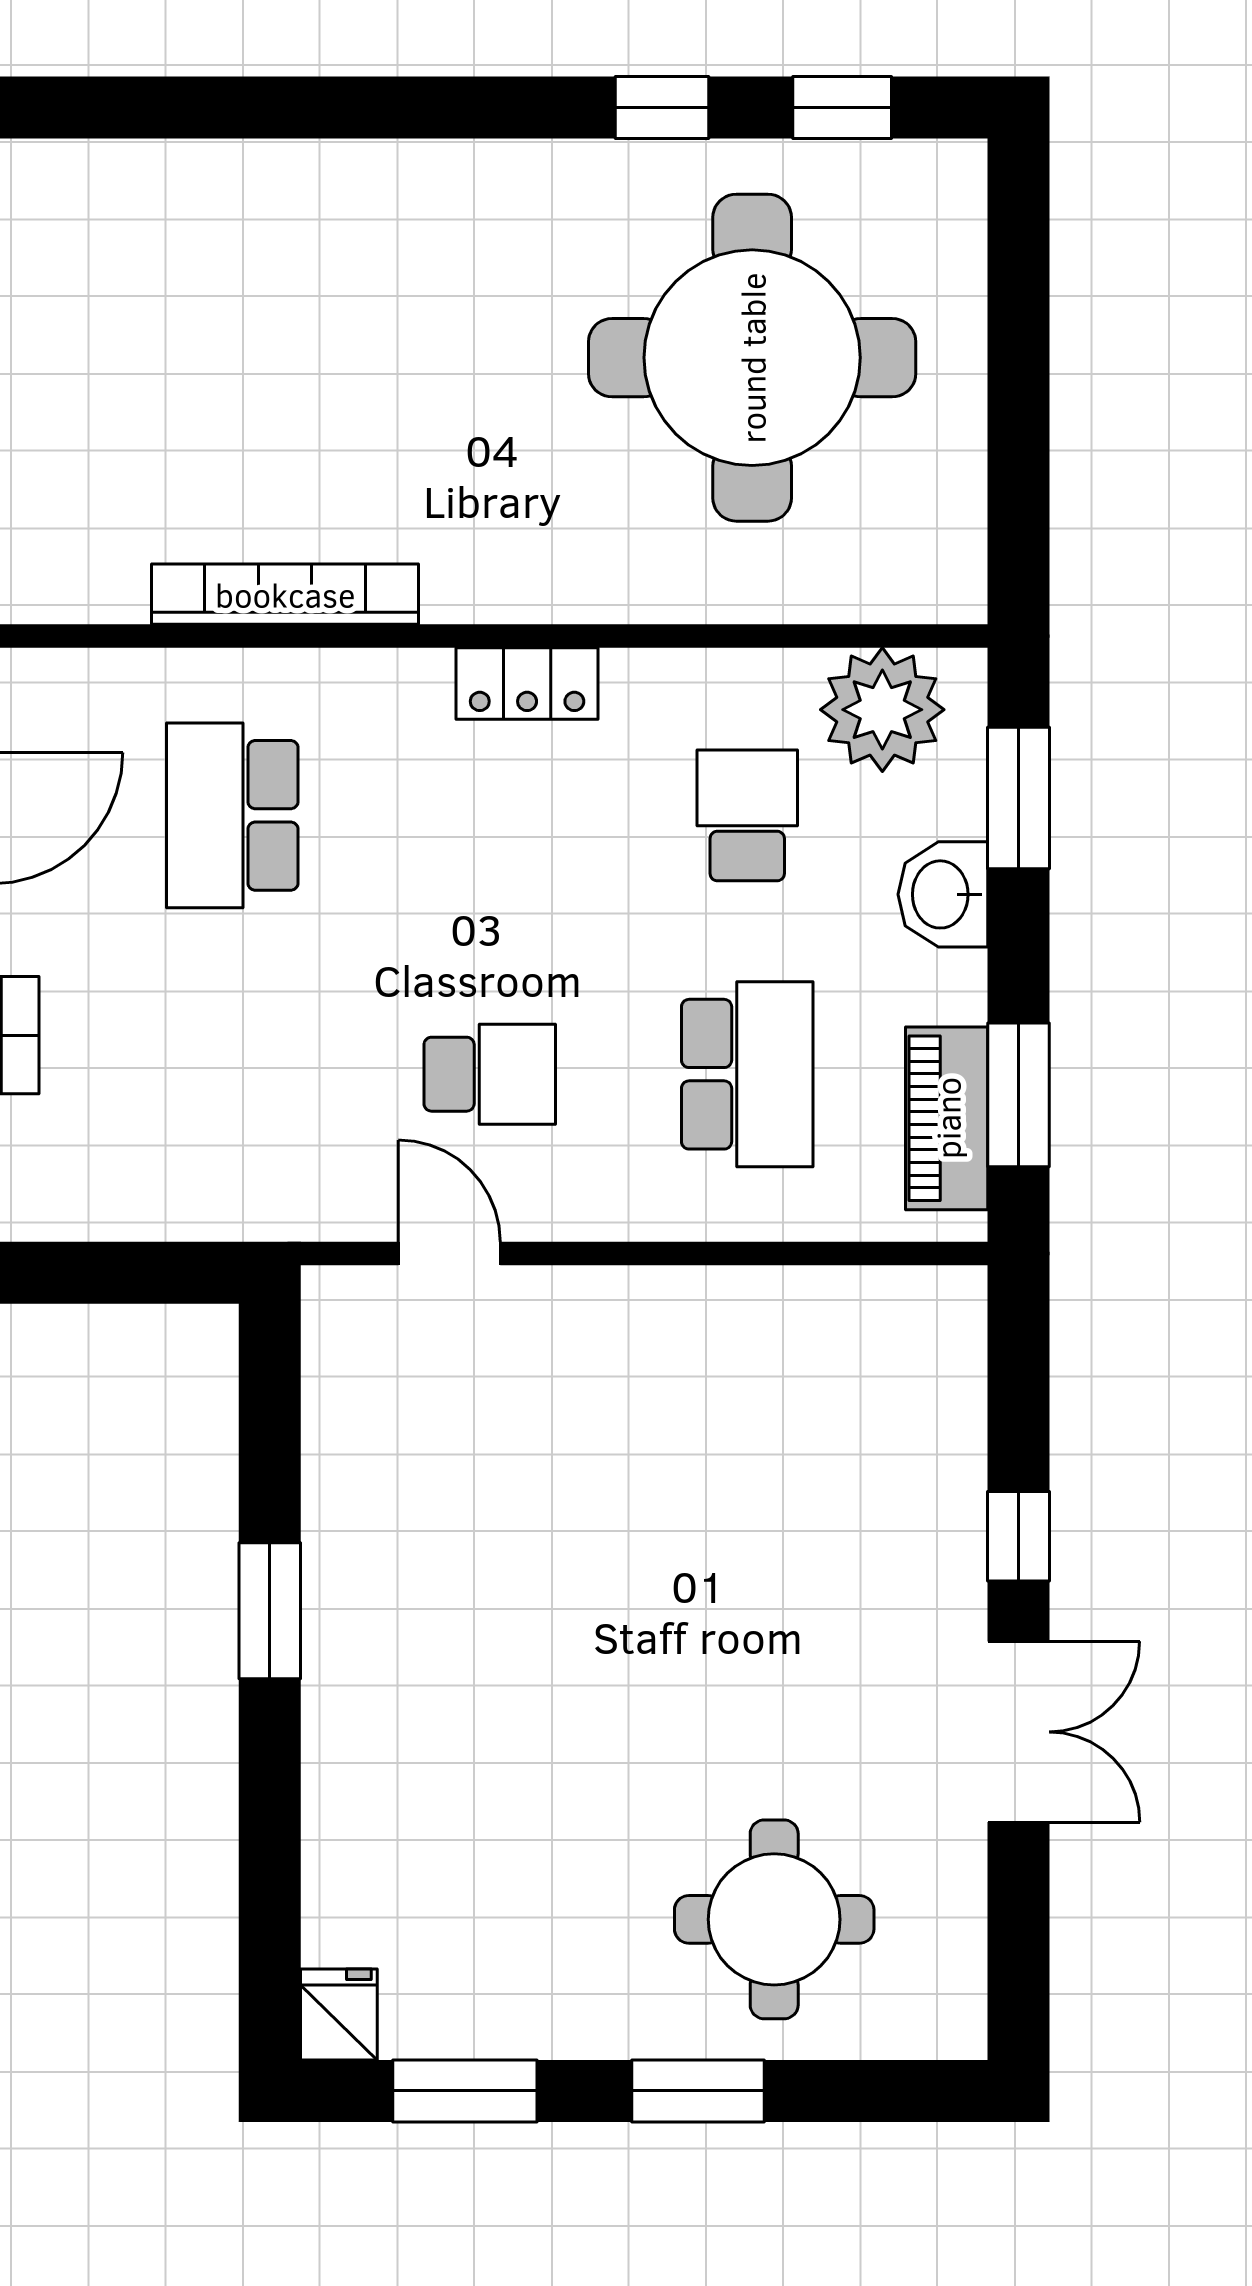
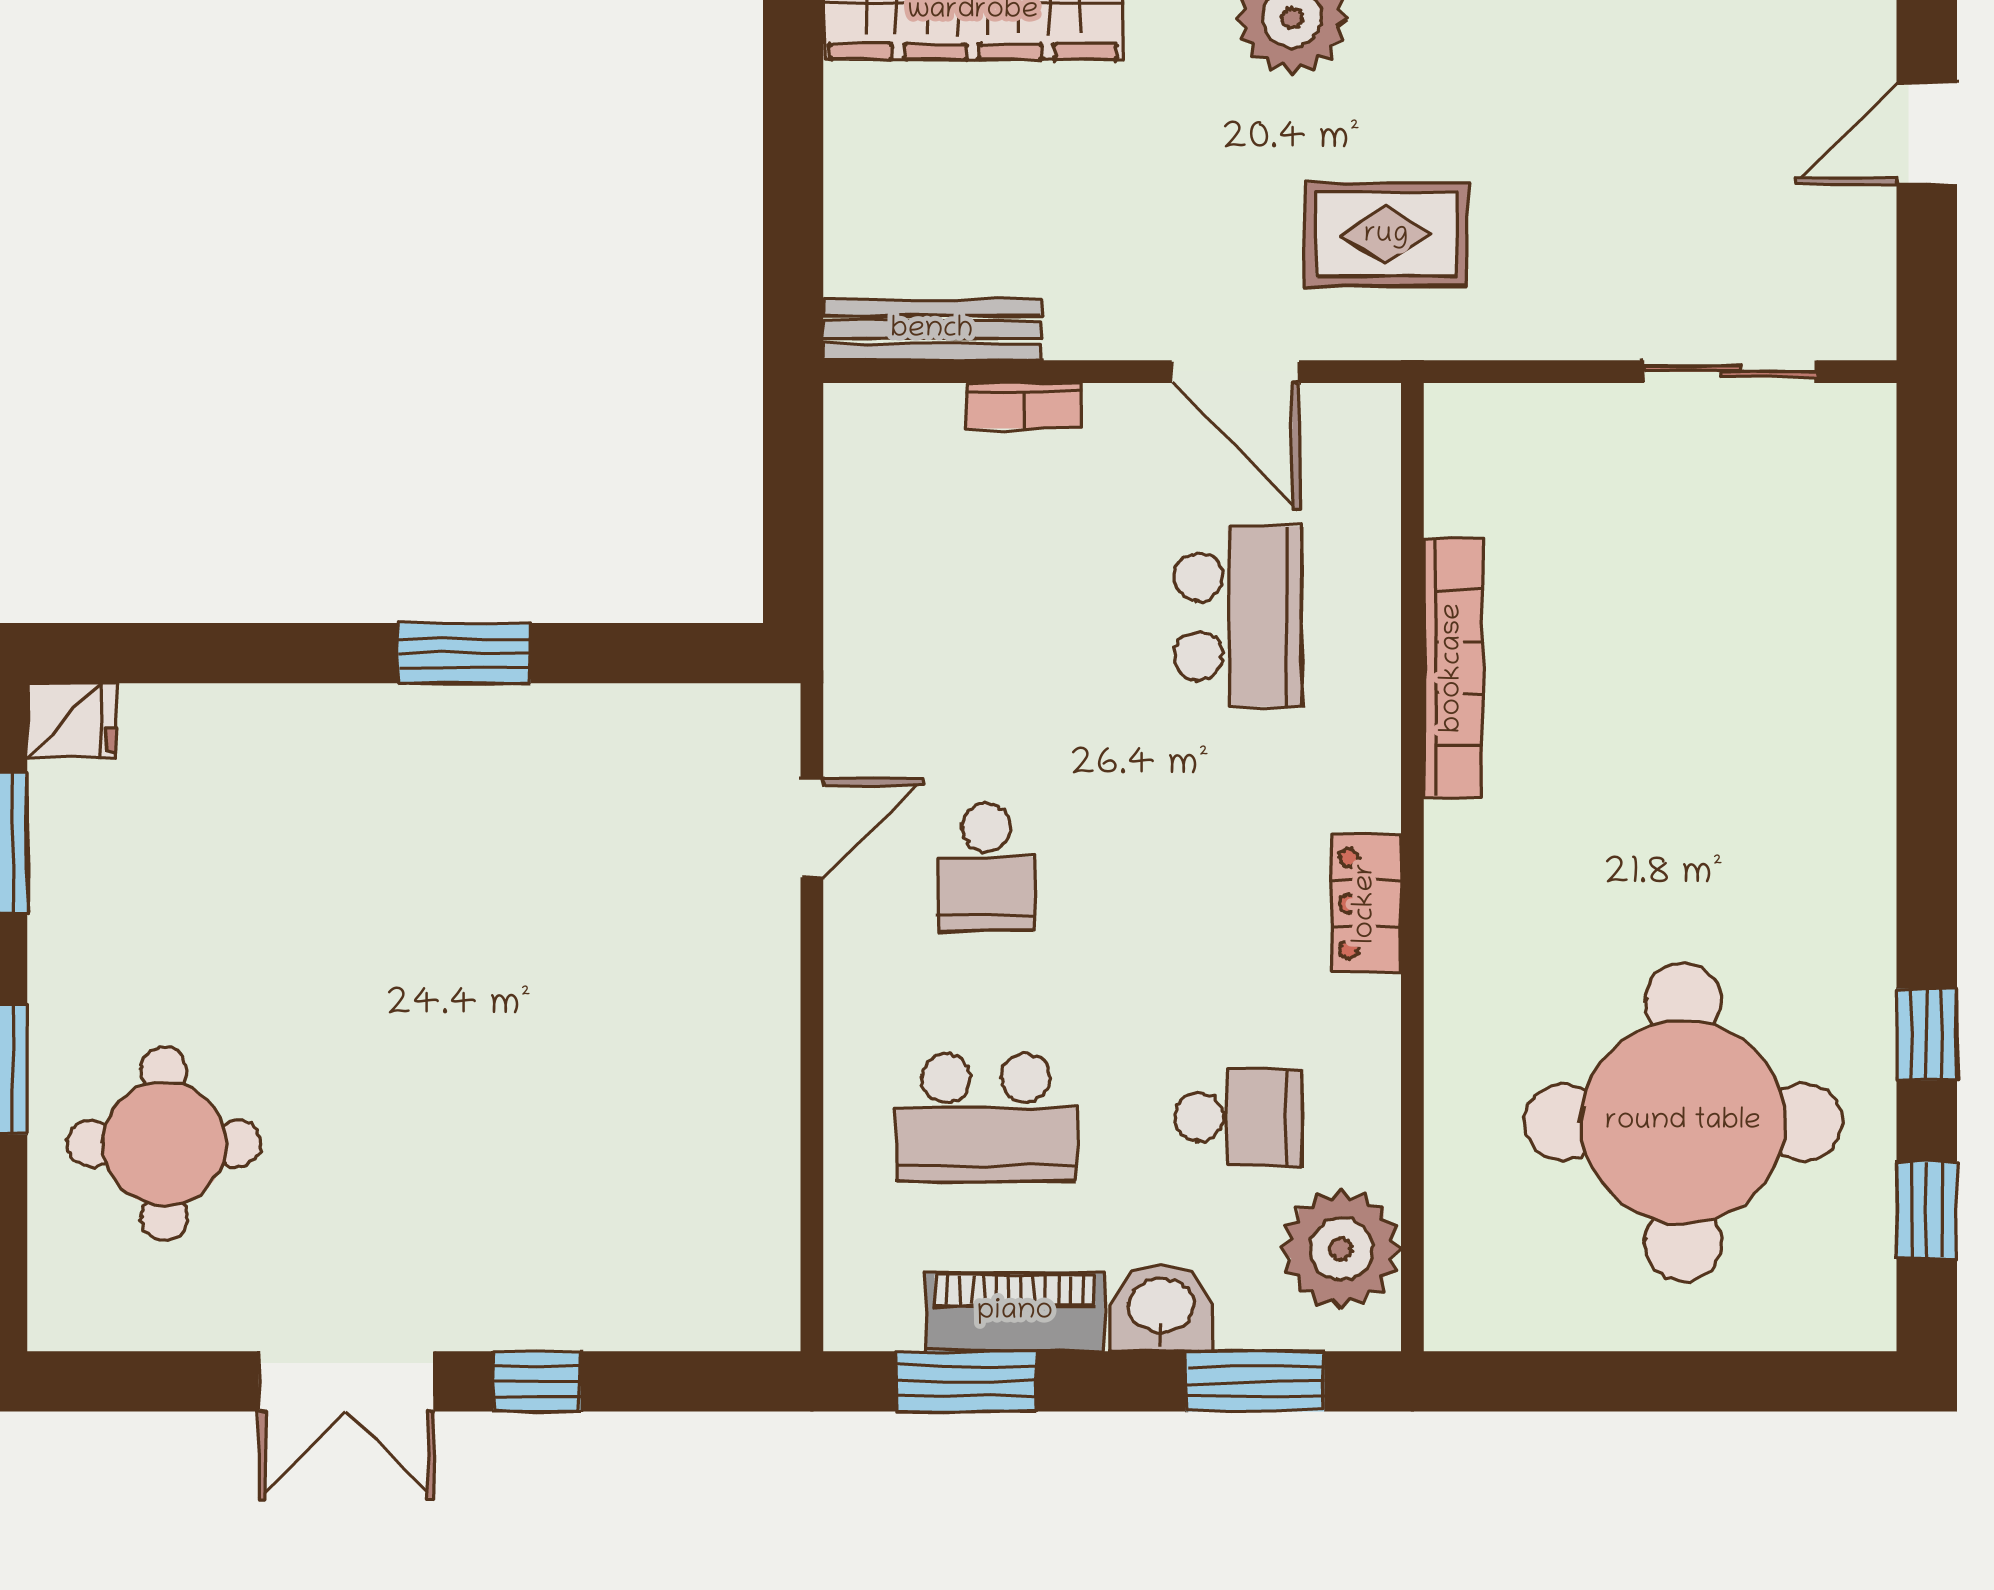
school desk: (232, 815) -> (1238, 617), turned 90
piano: (947, 1118) -> (1015, 1312), moved

